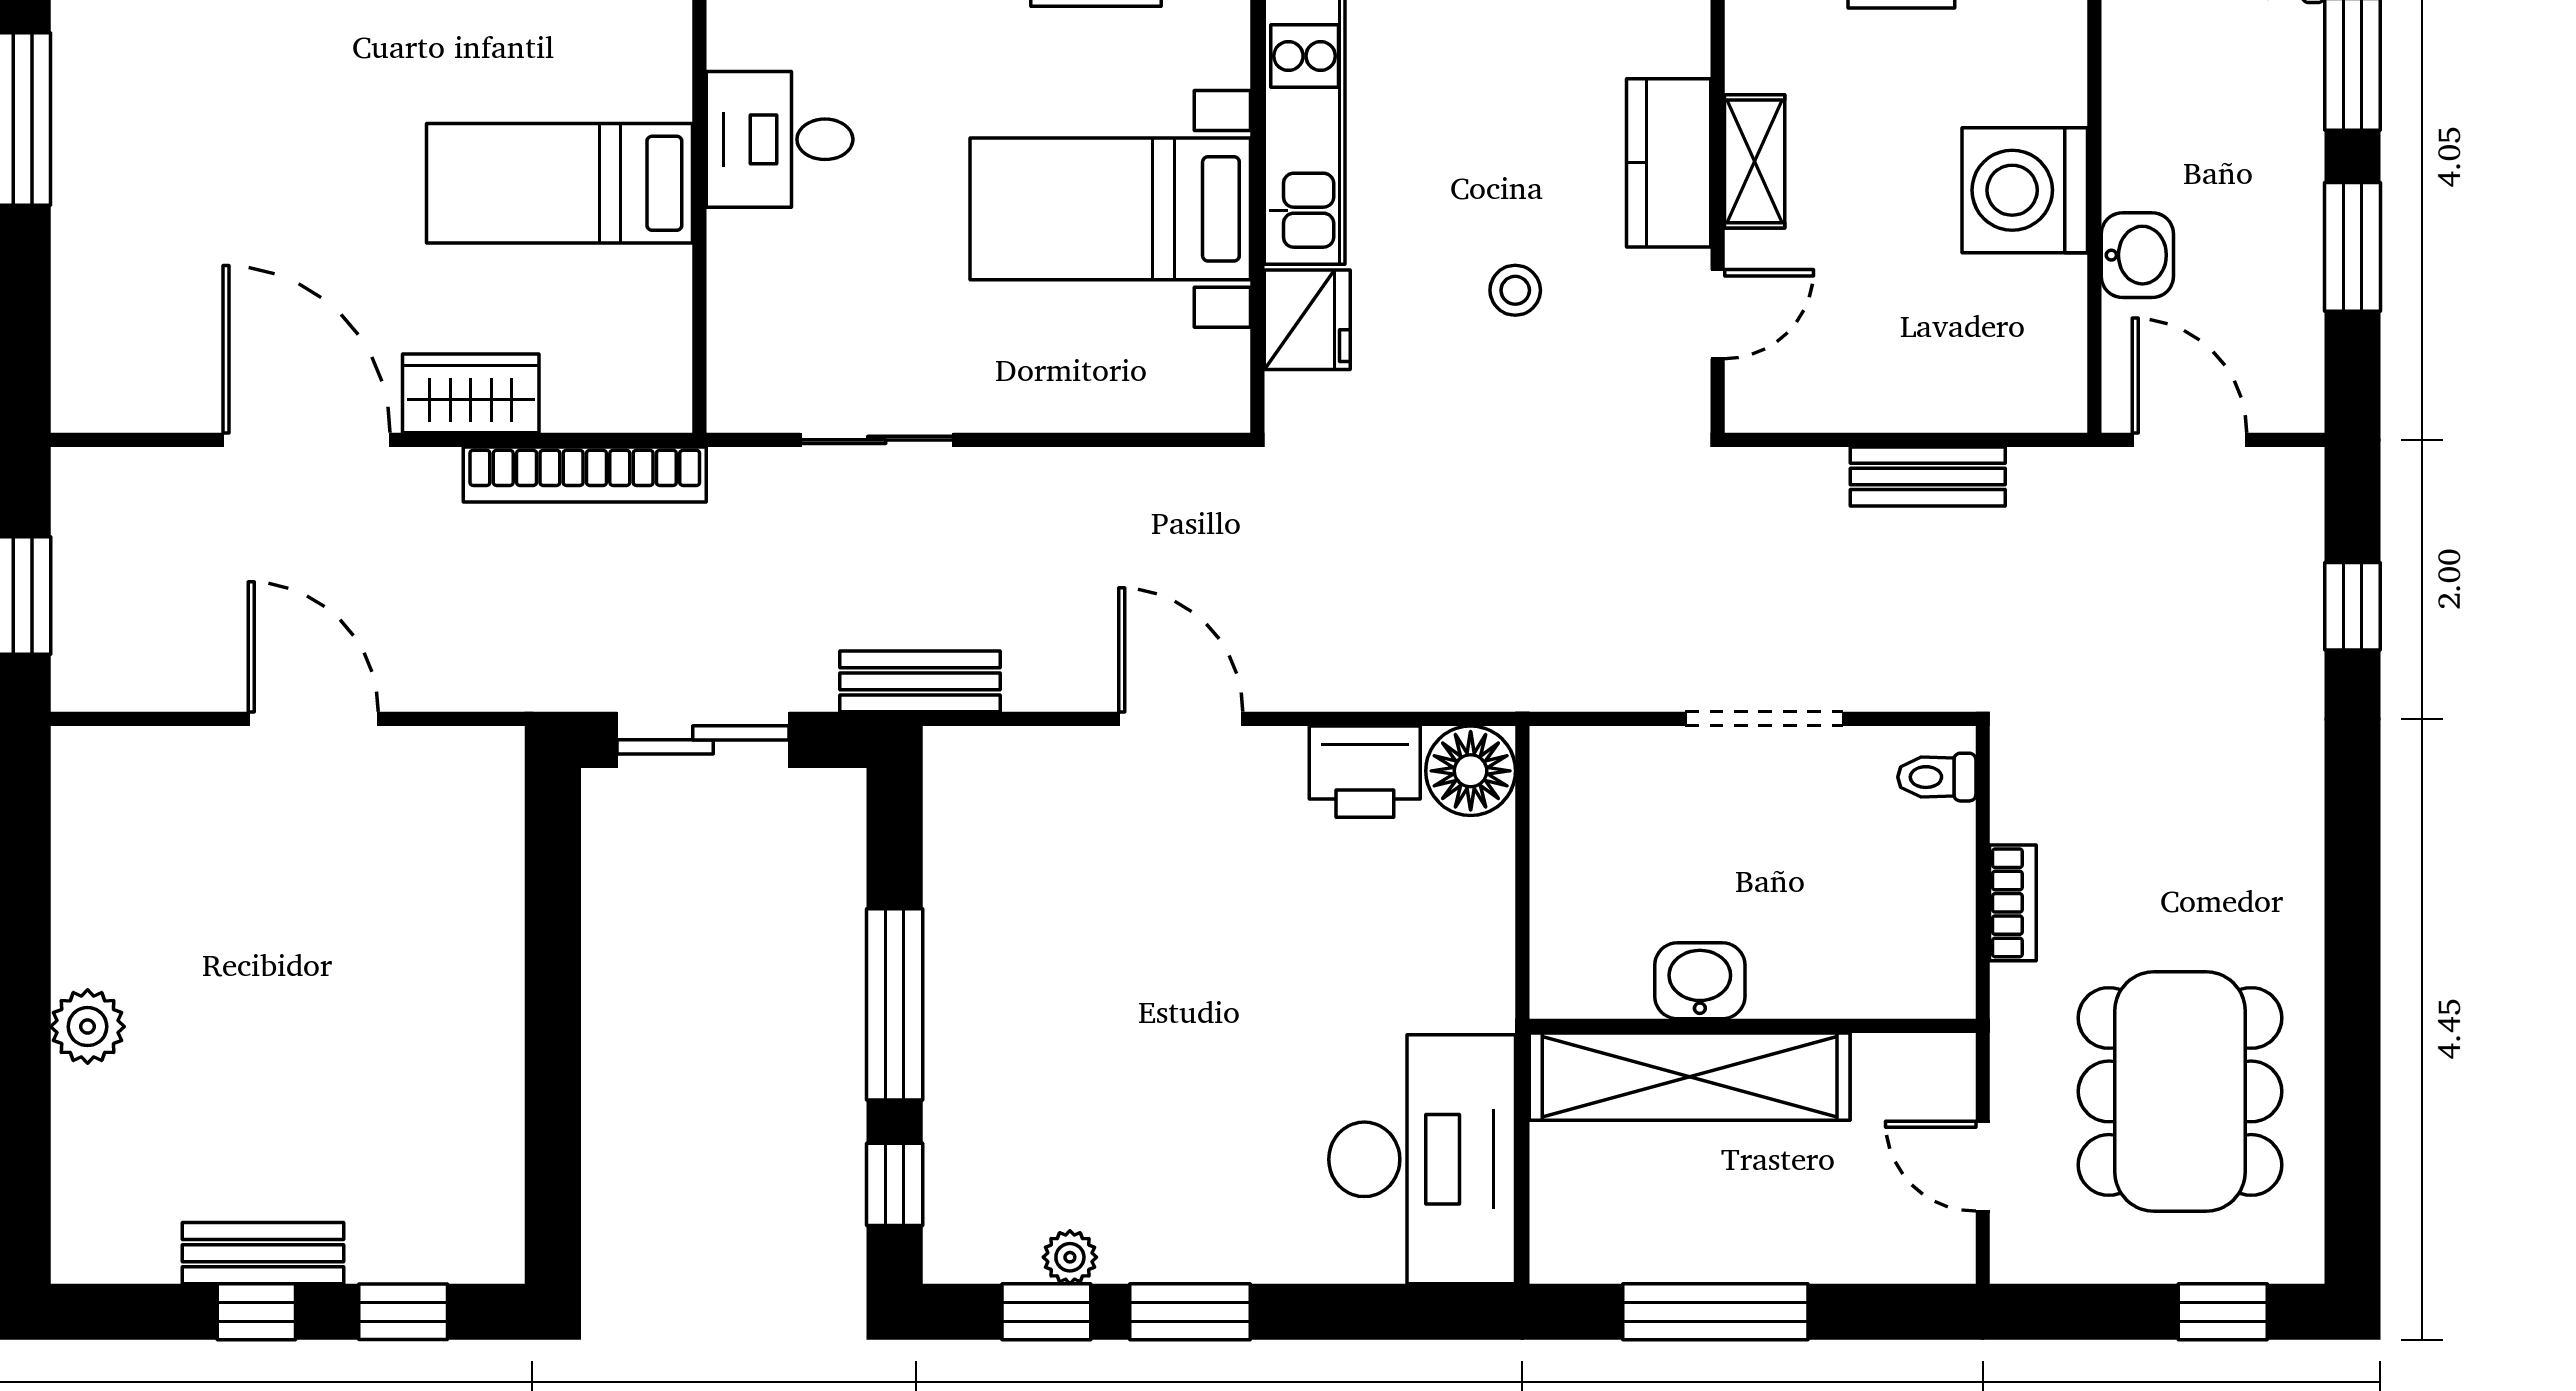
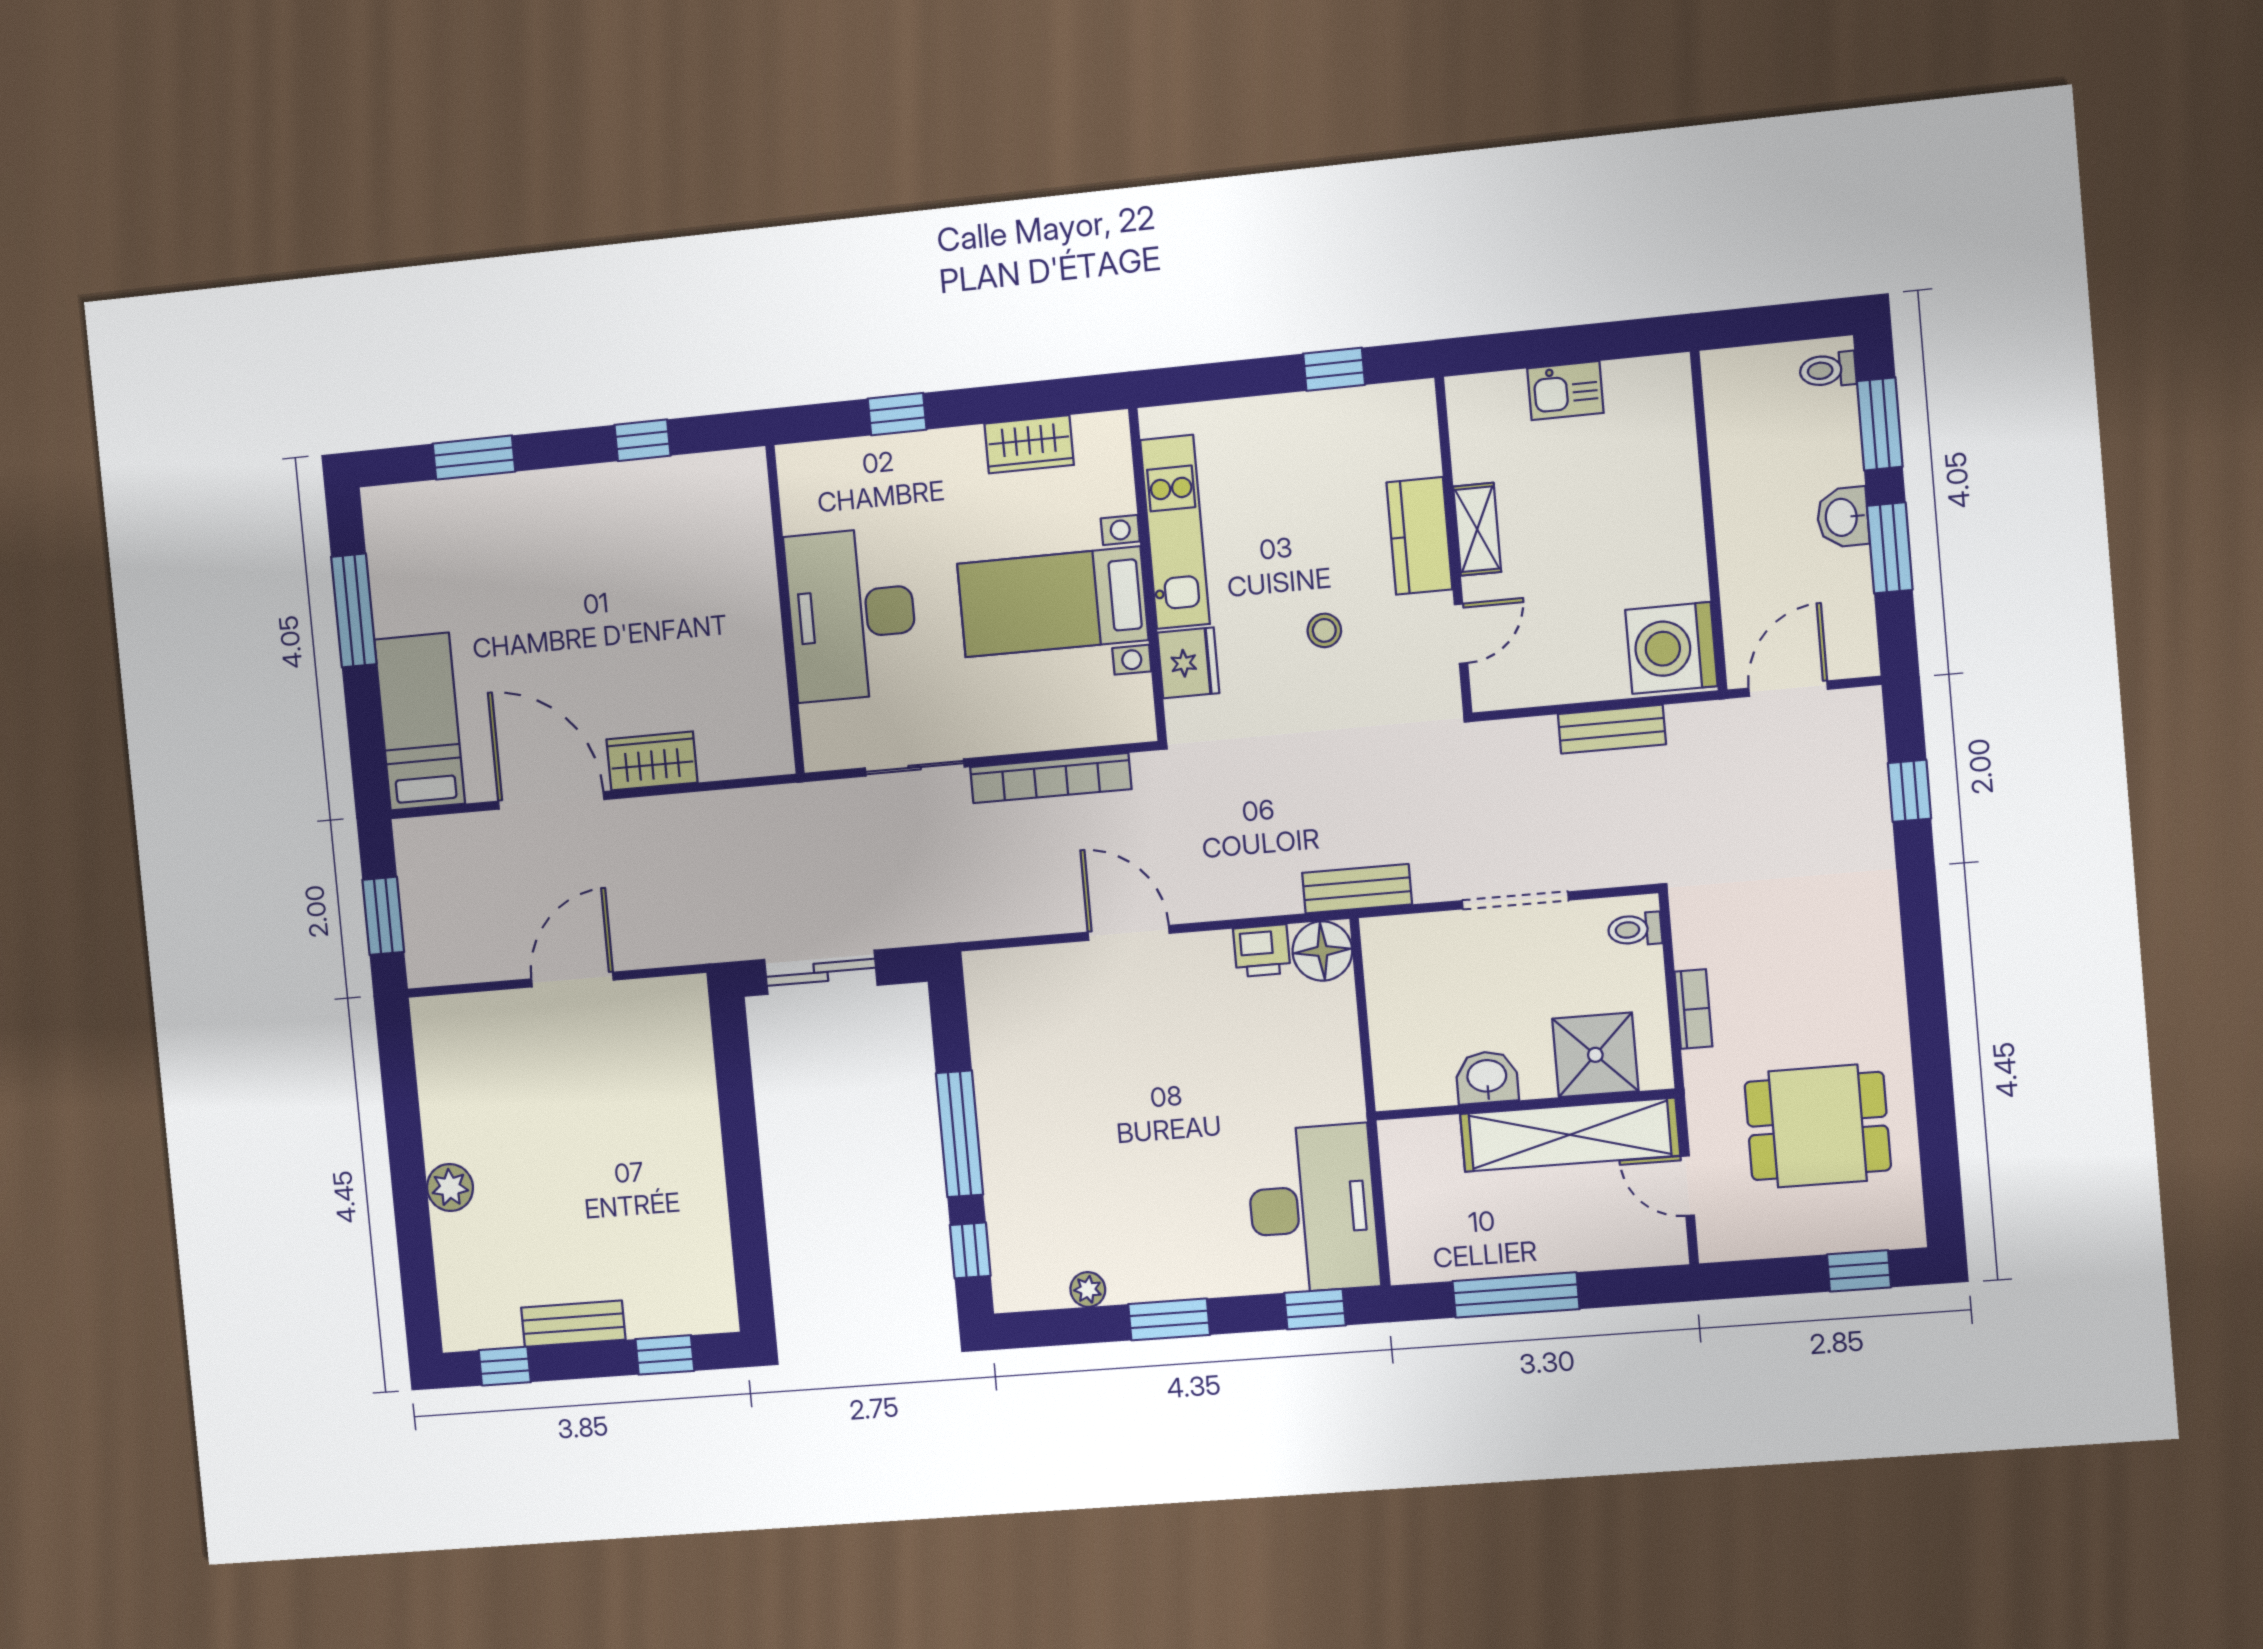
desk: (780, 139) -> (852, 614), width x1.87, depth x1.30
bed: (559, 183) -> (420, 722), moved, turned 90
washing machine: (2025, 190) -> (1671, 648), moved
washbasin: (2137, 255) -> (1843, 517), moved, turned 180
door: (2189, 440) -> (1788, 689), hinge flipped
bookcase: (585, 474) -> (1051, 778), moved
bench: (920, 681) -> (1357, 889), moved
door: (313, 719) -> (572, 979), hinge flipped
printer: (1365, 772) -> (1262, 951), width x0.73, depth x0.81
shower: (1863, 960) -> (1595, 1055), added
shelving: (1690, 1077) -> (1570, 1135), moved
dining table: (2180, 1091) -> (1818, 1126), width x0.73
window: (256, 1312) -> (505, 1366), moved
window: (1046, 1312) -> (1315, 1309), moved

